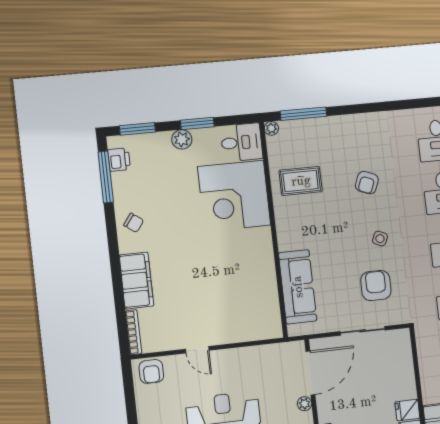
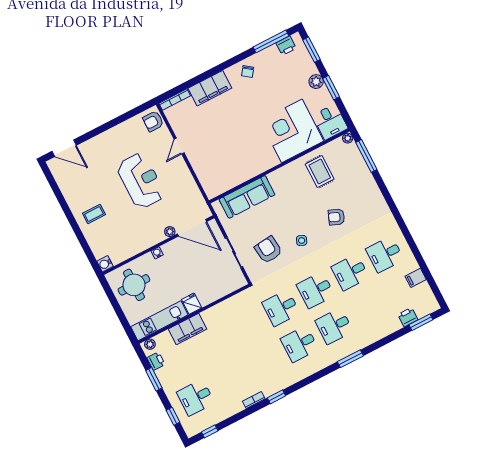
armchair: (376, 286) -> (268, 250), turned -96

